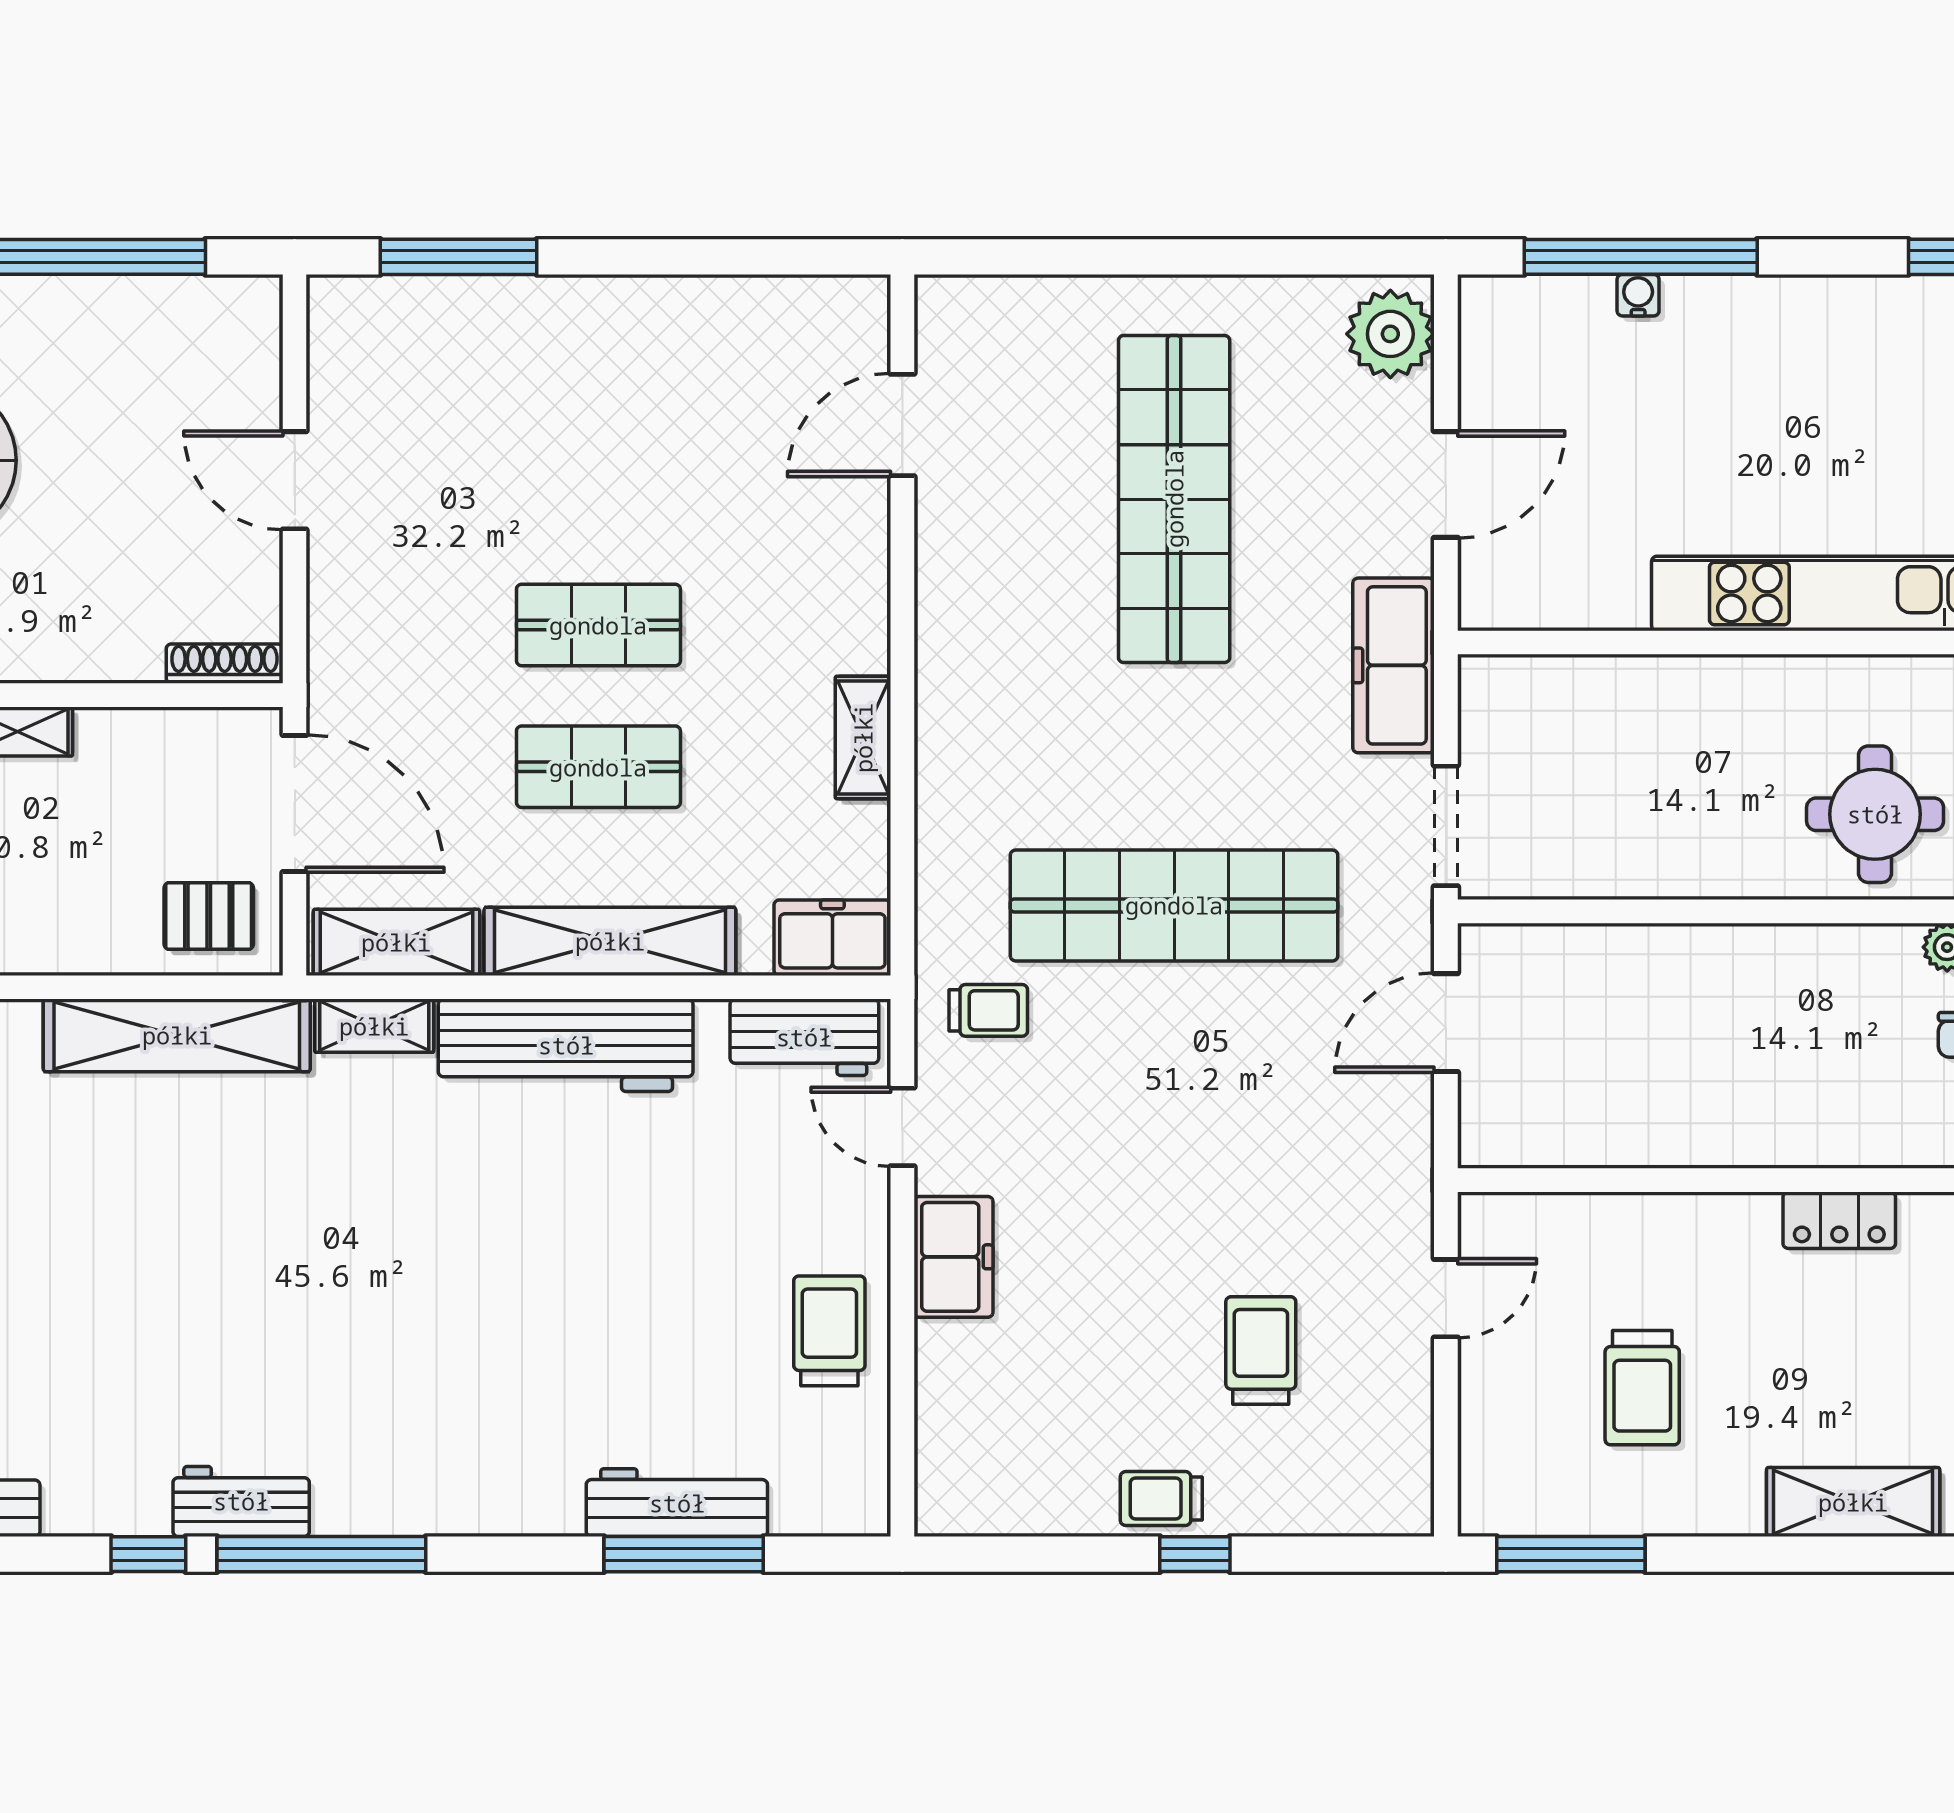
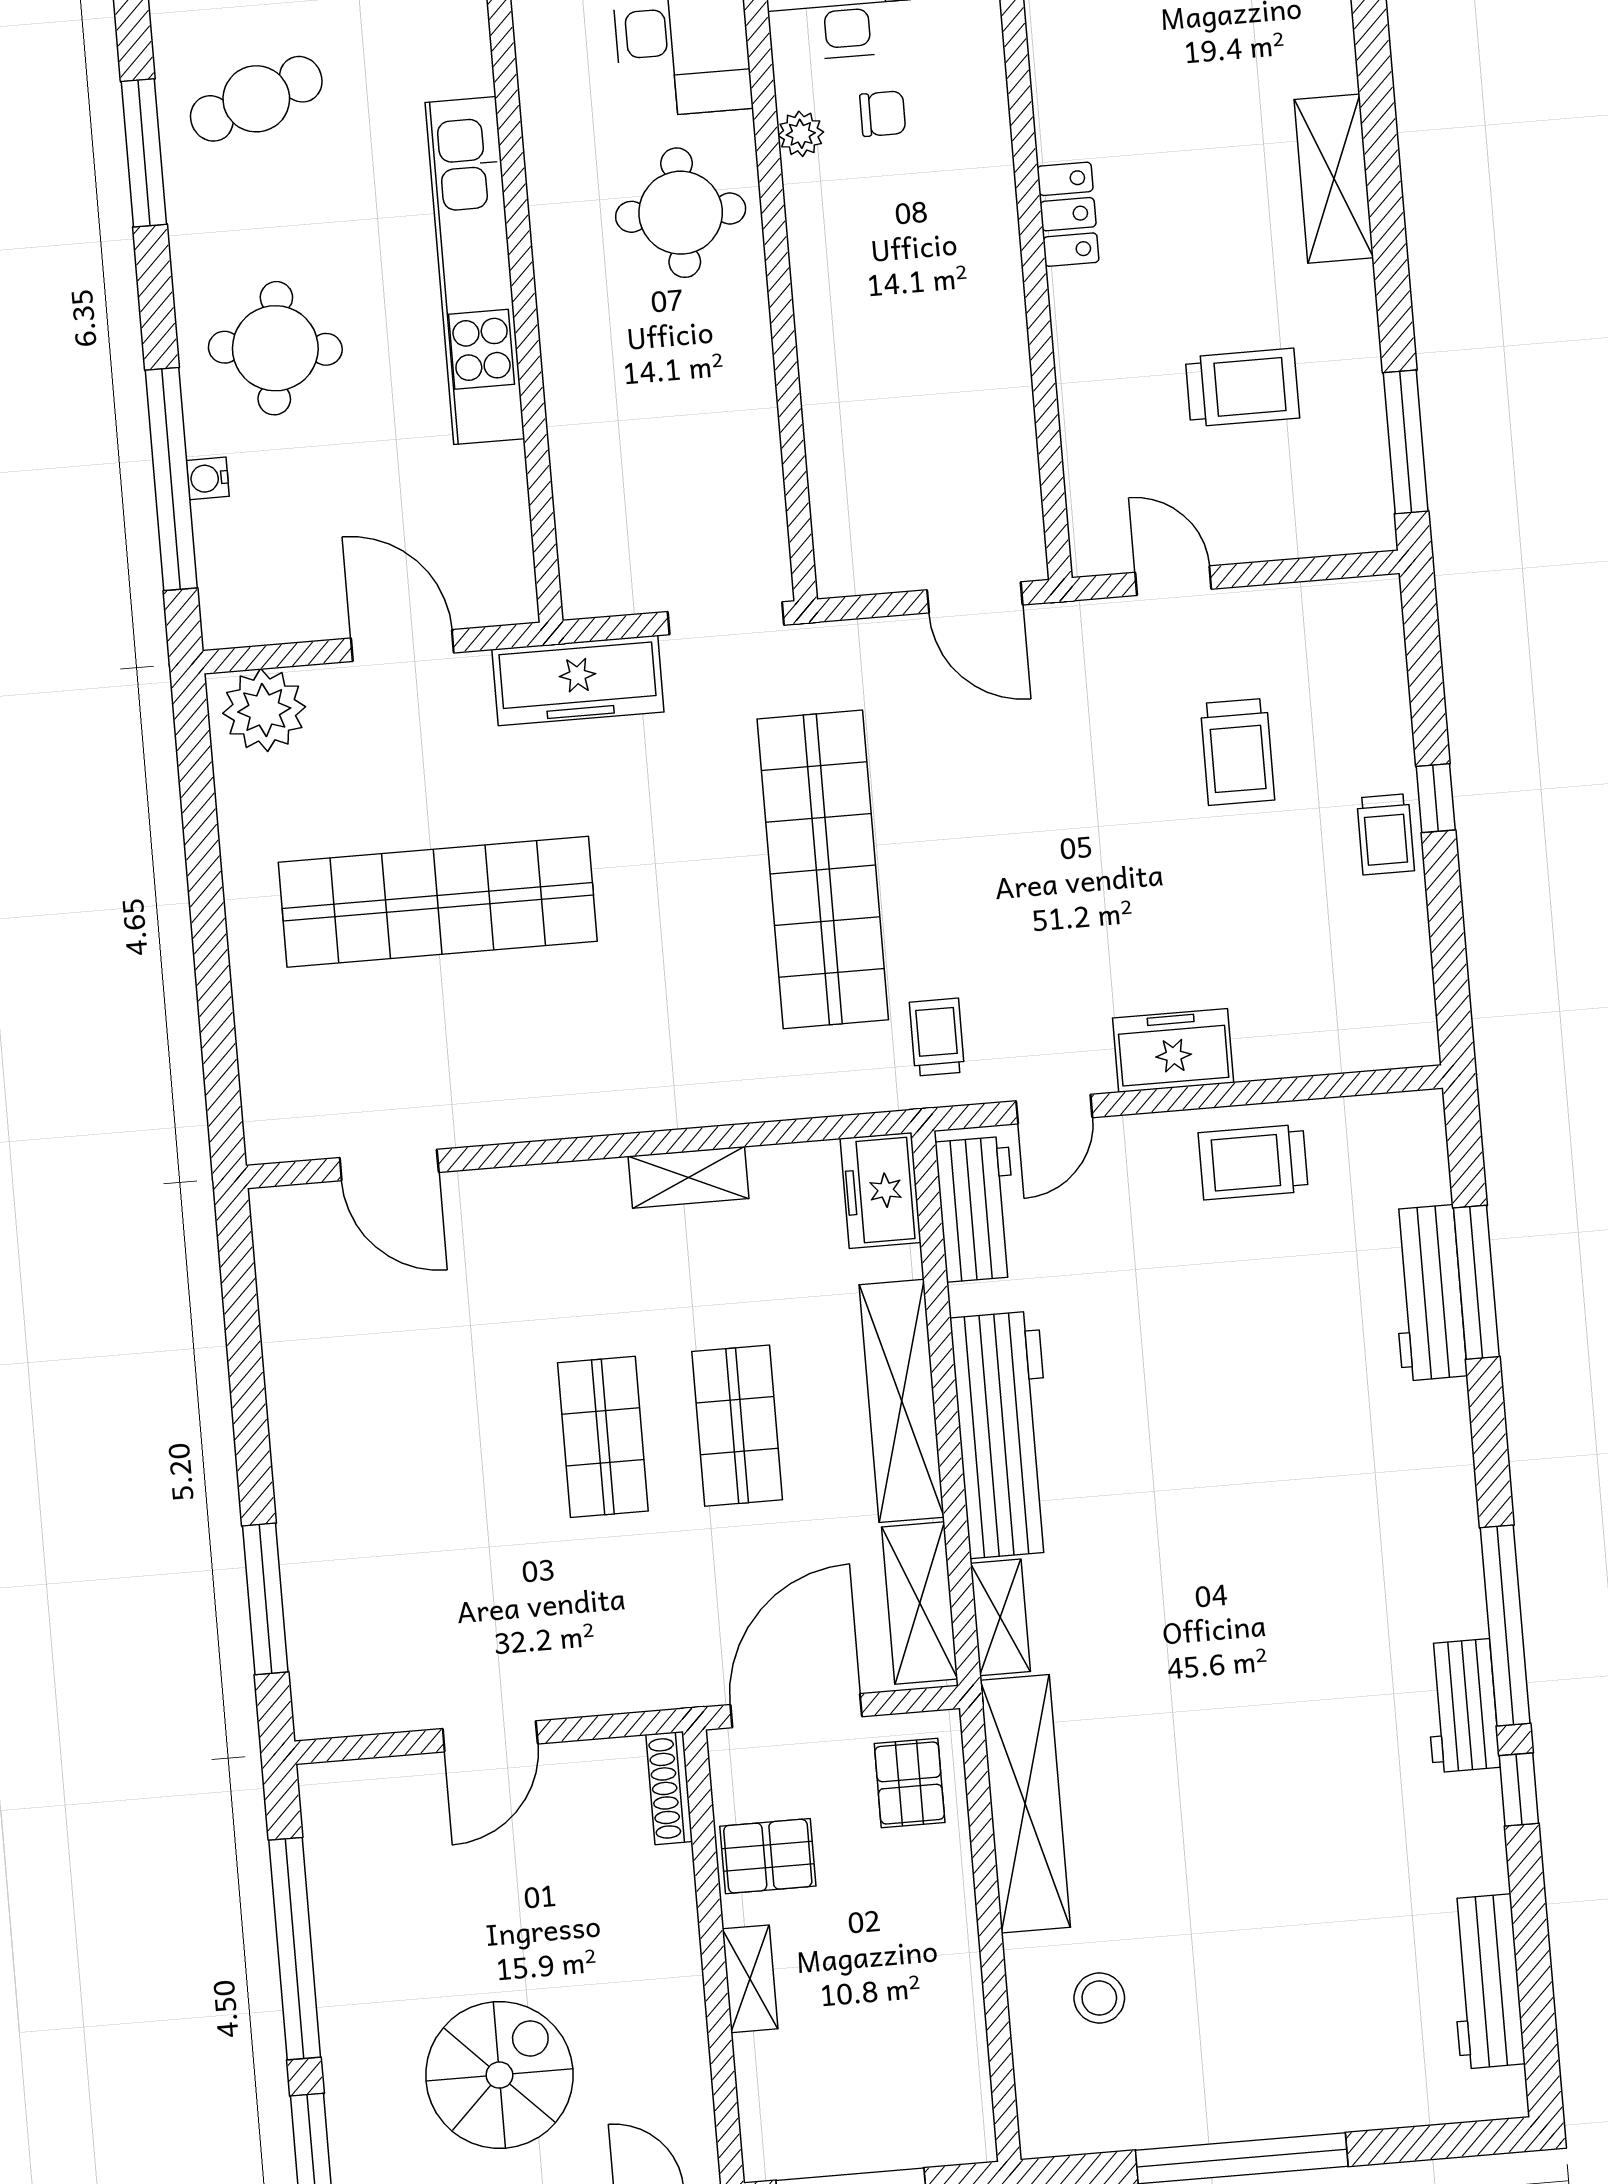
round table: (1769, 377) -> (275, 348), added
pallet: (145, 761) -> (768, 1856), added
door: (1446, 1023) -> (975, 597), moved
trolley: (1261, 1350) -> (1237, 752), turned -90

